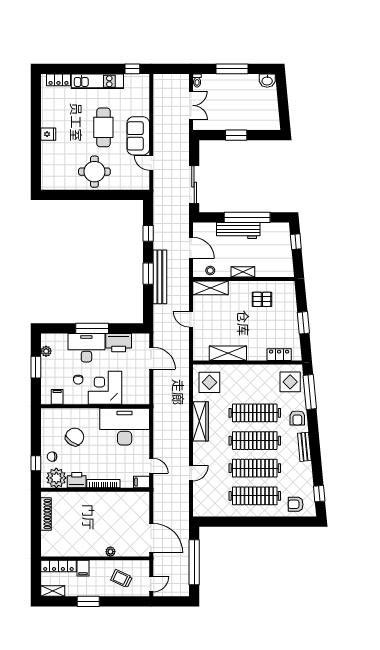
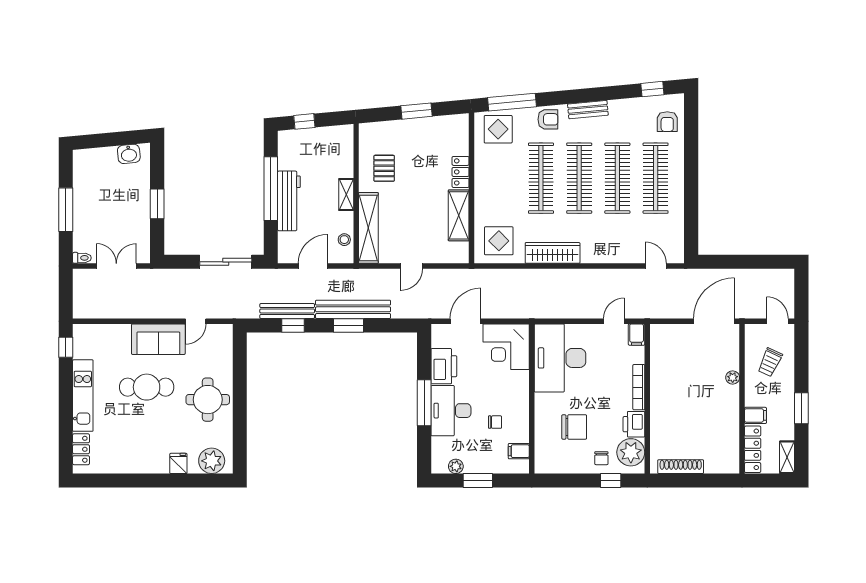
washbasin: (267, 81) -> (129, 154), moved, turned 85
fridge: (48, 134) -> (178, 463), moved
plant: (50, 174) -> (212, 461), added
bench: (159, 229) -> (287, 311), added
shelving: (211, 288) -> (368, 228), width x1.47
locker: (279, 355) -> (461, 172), moved
corner desk: (105, 388) -> (506, 347), moved
chair: (75, 437) -> (574, 427), turned 145
door: (191, 473) -> (656, 266), moved
window: (194, 562) -> (747, 262), removed

